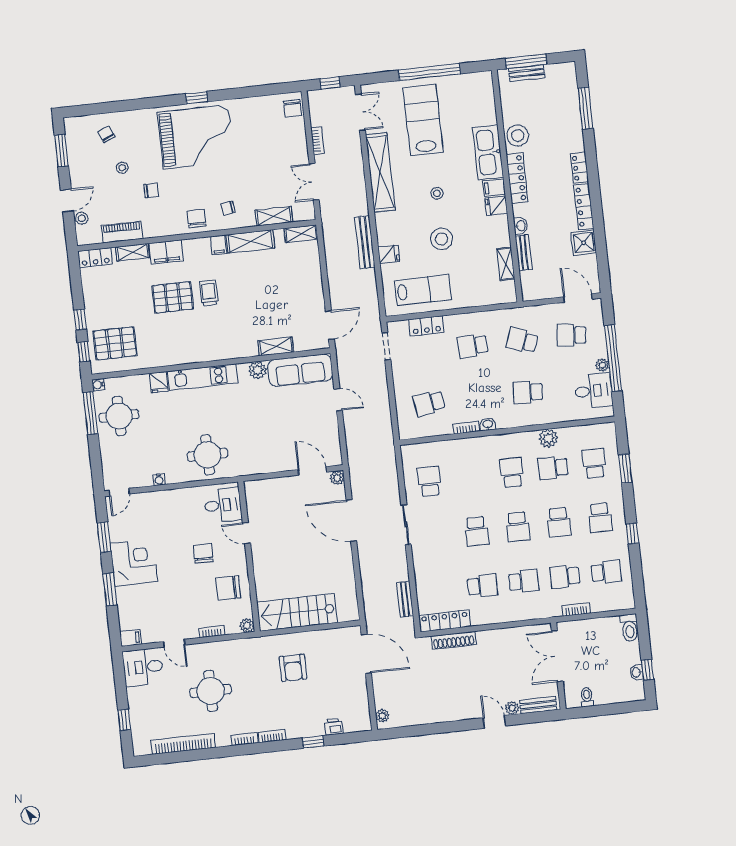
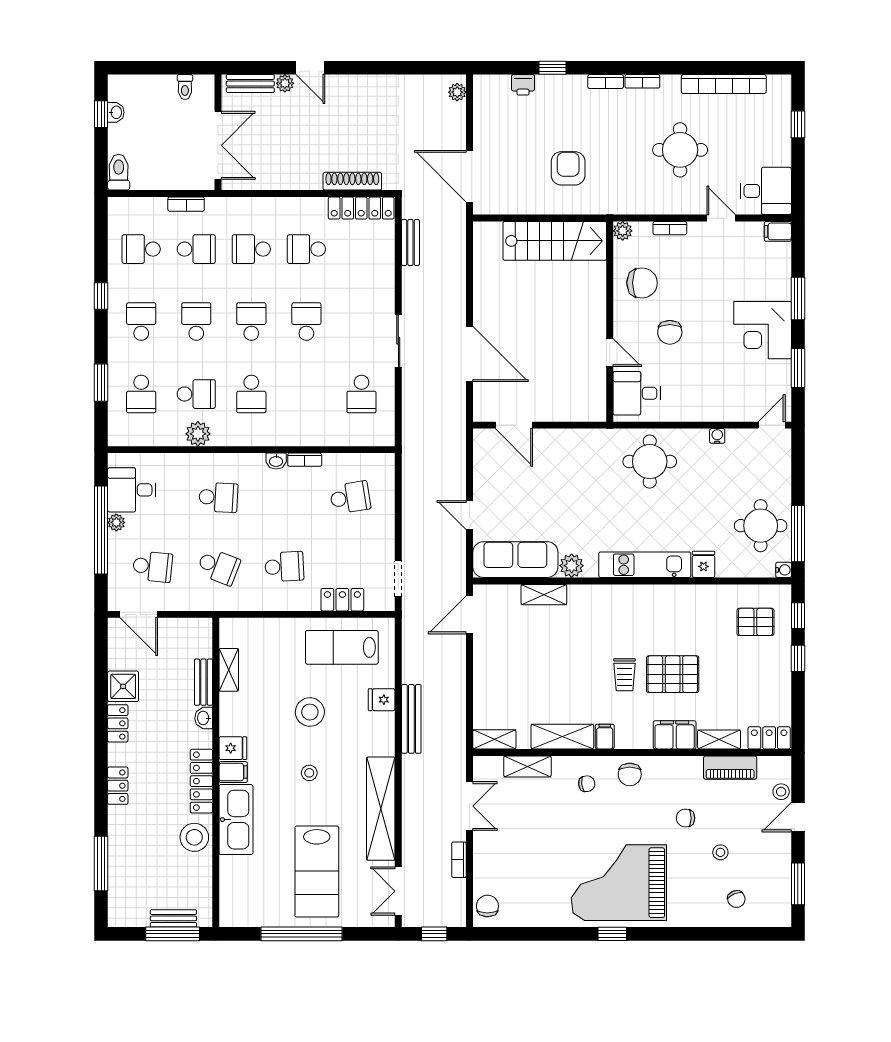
locker: (584, 207) -> (118, 723), width x0.66
pallet: (115, 343) -> (755, 622), width x0.67, depth x0.71
plant: (337, 478) -> (482, 412), removed

